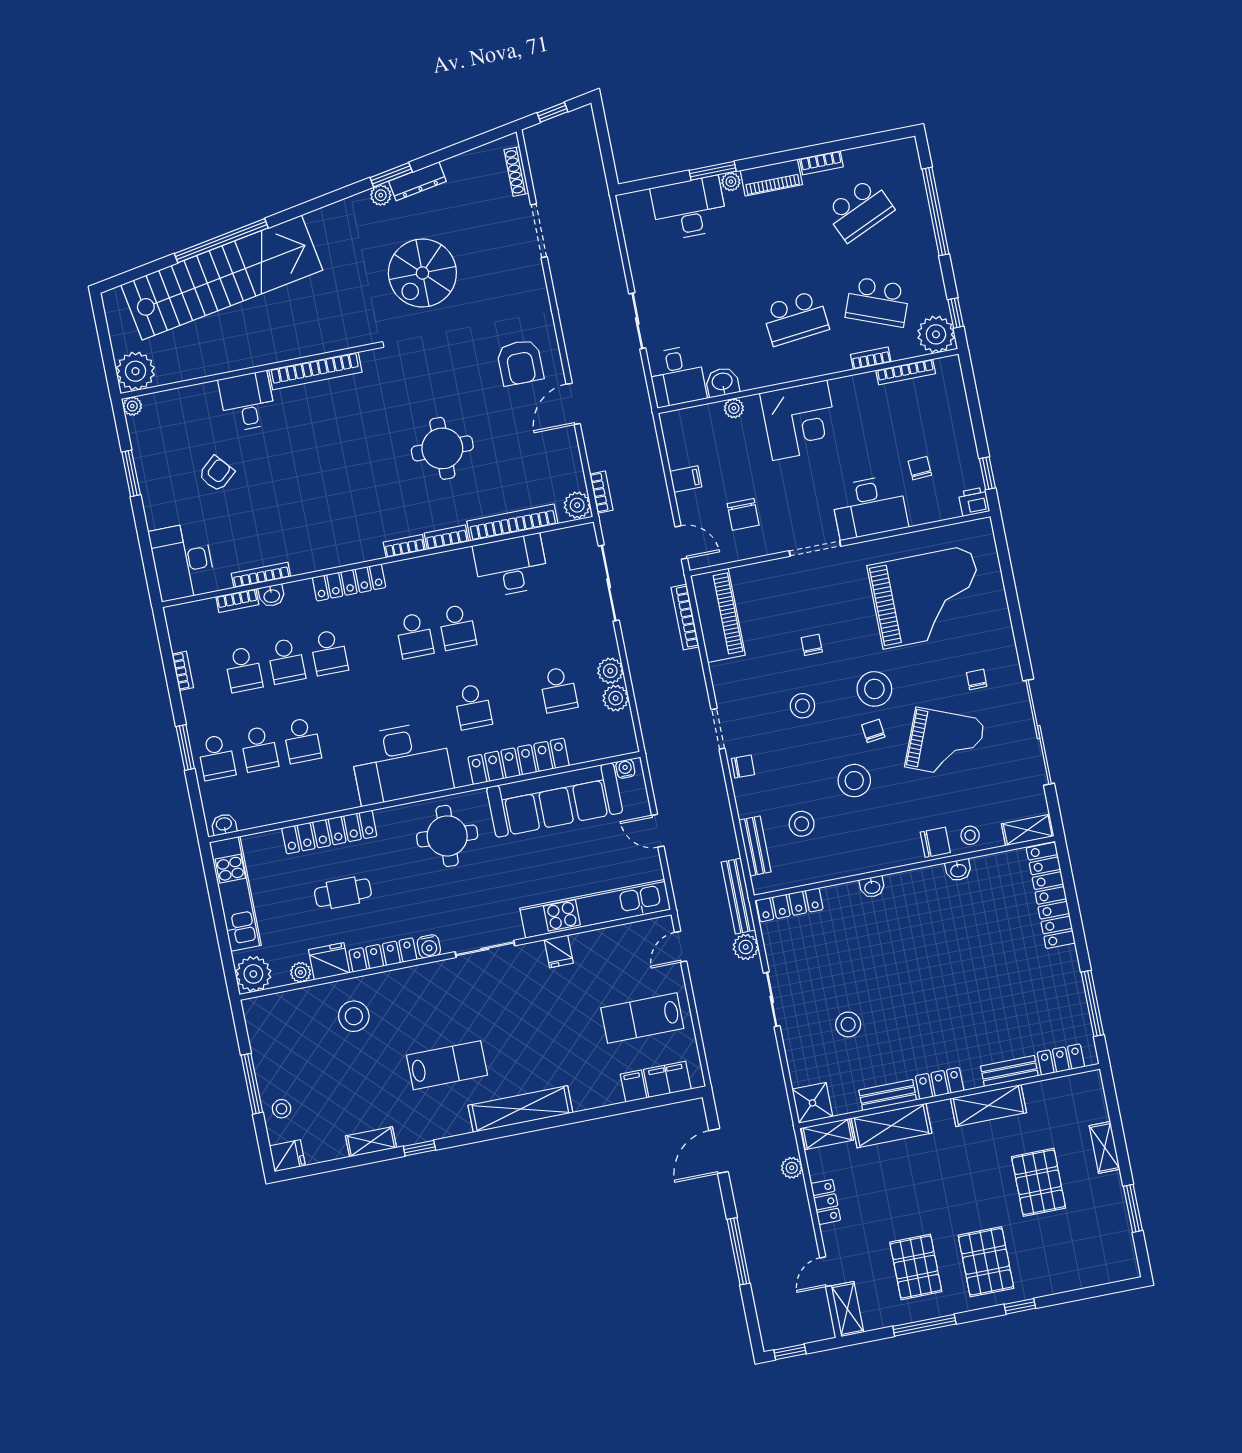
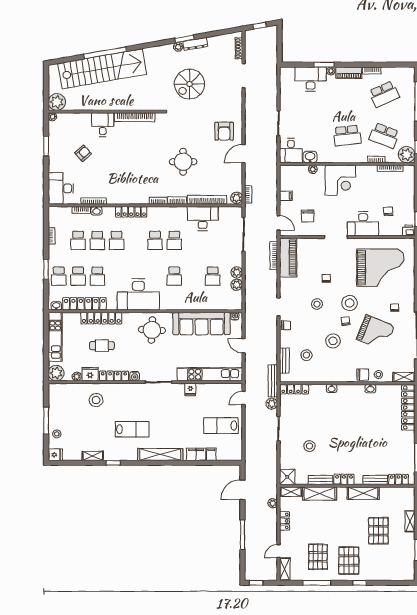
locker: (519, 761) -> (85, 304), moved
filing cabinet: (667, 1079) -> (196, 454), moved

